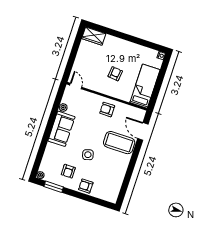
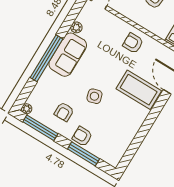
window: (47, 135) -> (46, 58), added
window: (54, 187) -> (40, 128), width x1.44
window: (90, 199) -> (84, 154), added

